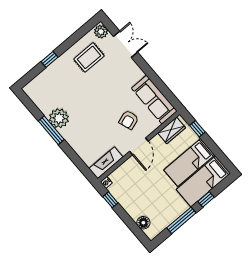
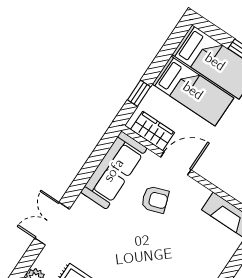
double door: (125, 44) -> (52, 224), moved
door: (139, 146) -> (176, 163), moved

